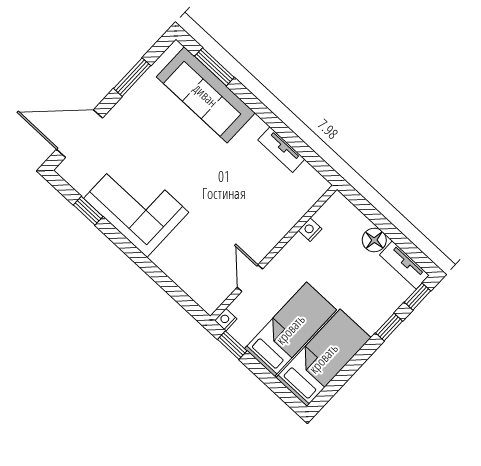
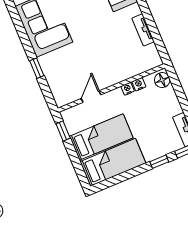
window: (88, 211) -> (37, 68), moved
floor lamp: (374, 240) -> (162, 80), moved
nightstand: (226, 320) -> (128, 89), moved

